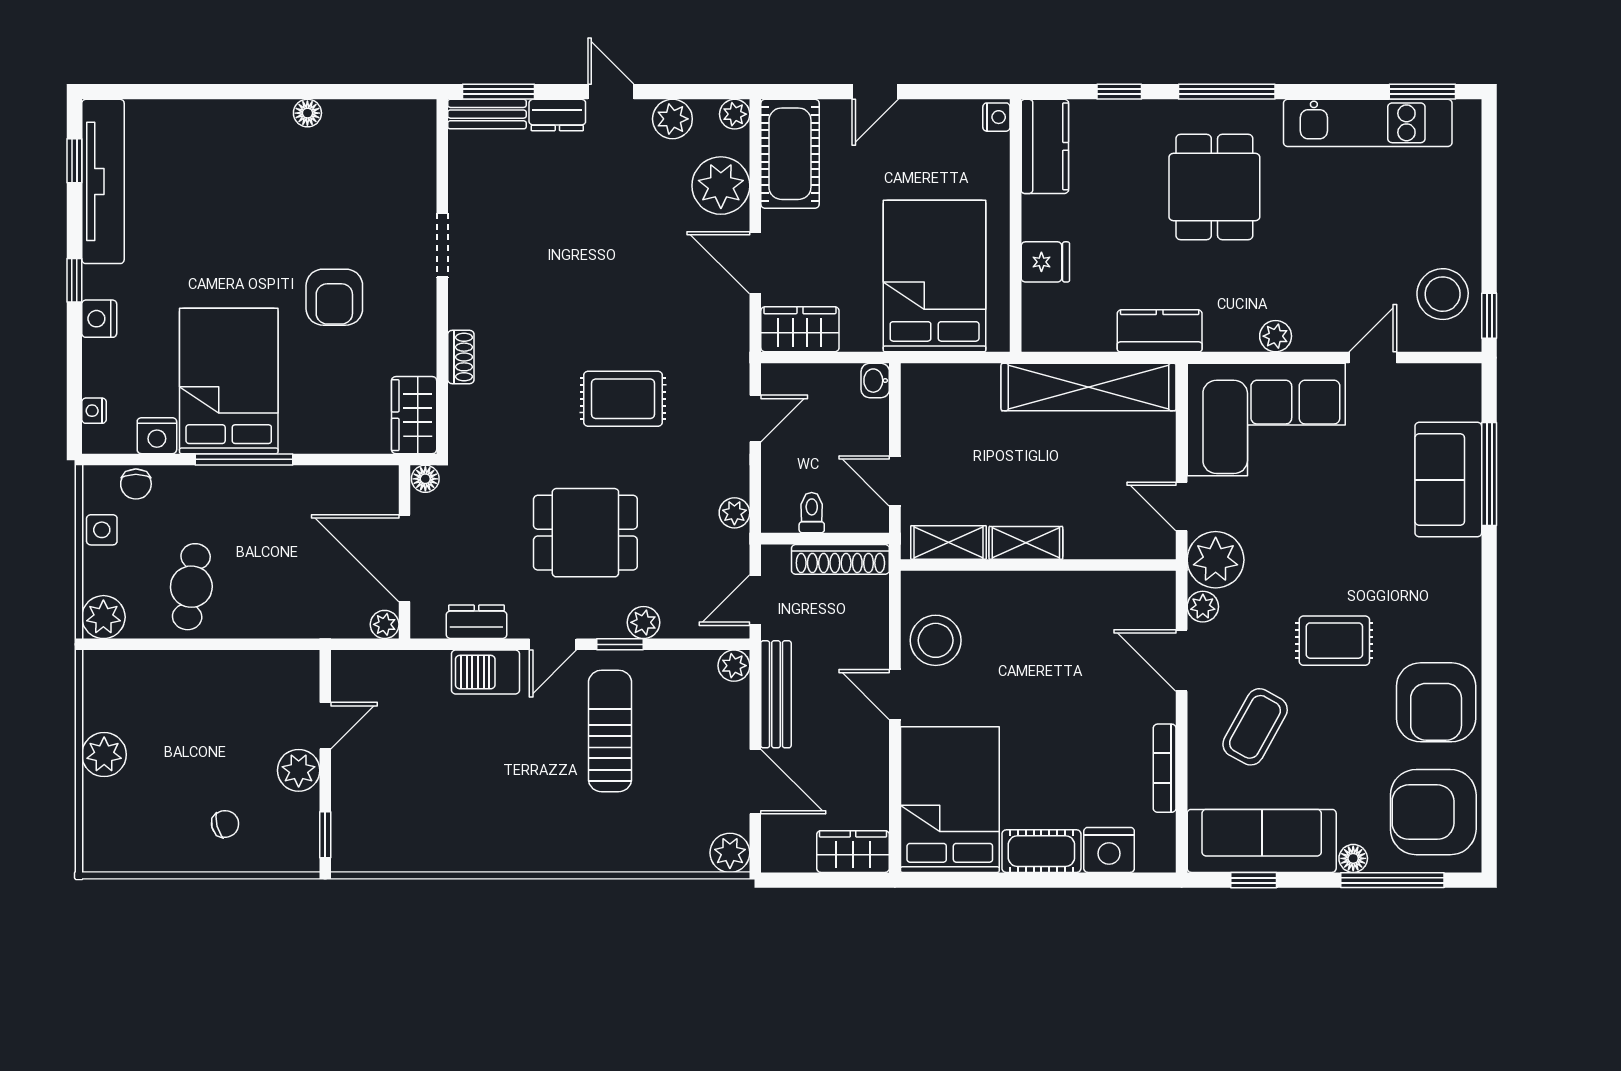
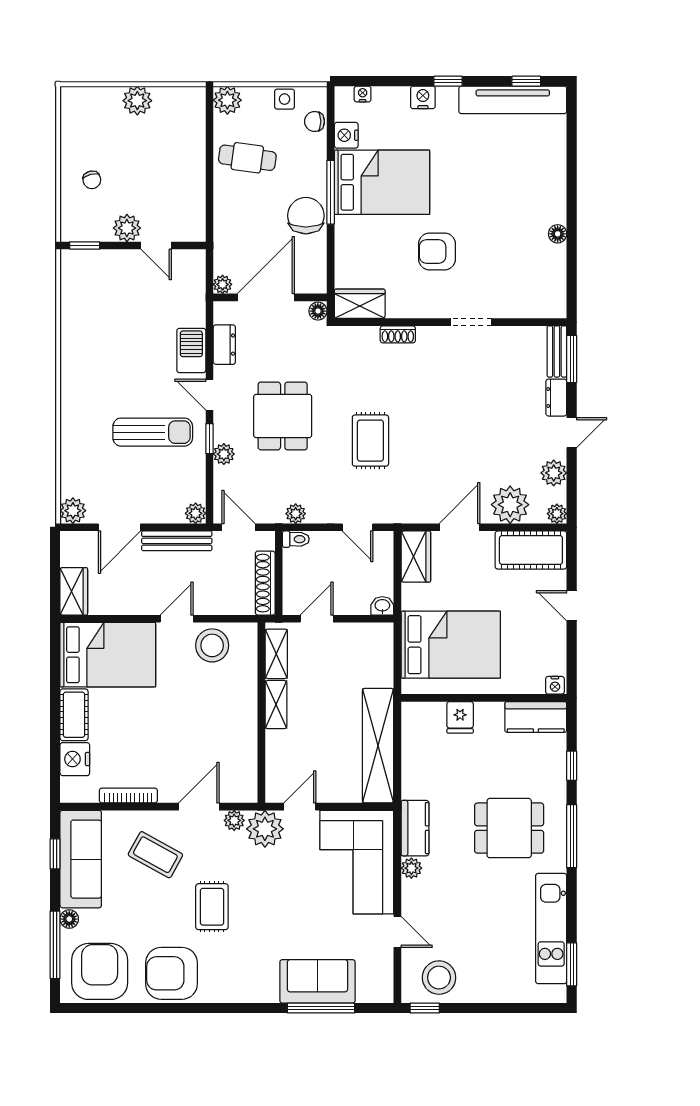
kitchen counter: (1160, 331) -> (415, 828), moved
chair: (280, 497) -> (306, 216), added
toilet: (812, 513) -> (296, 539), moved

